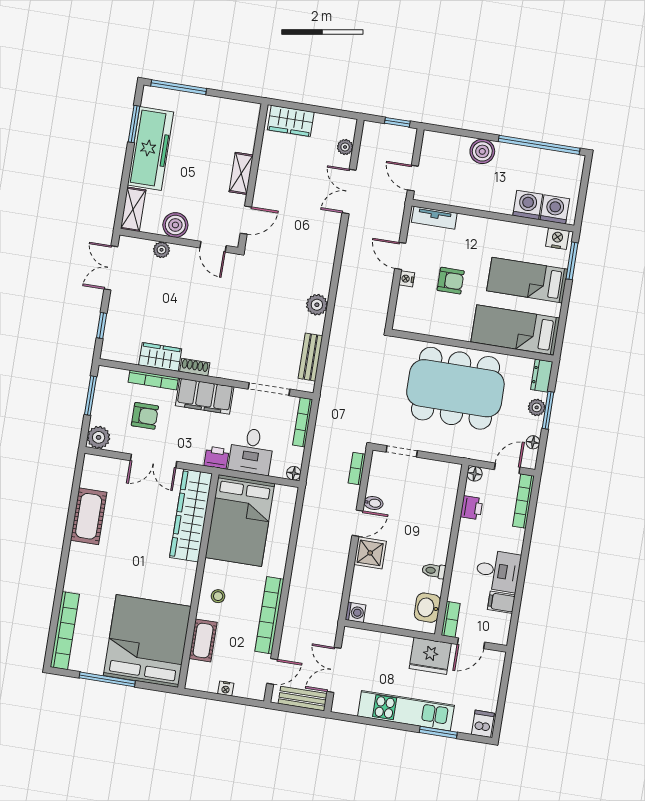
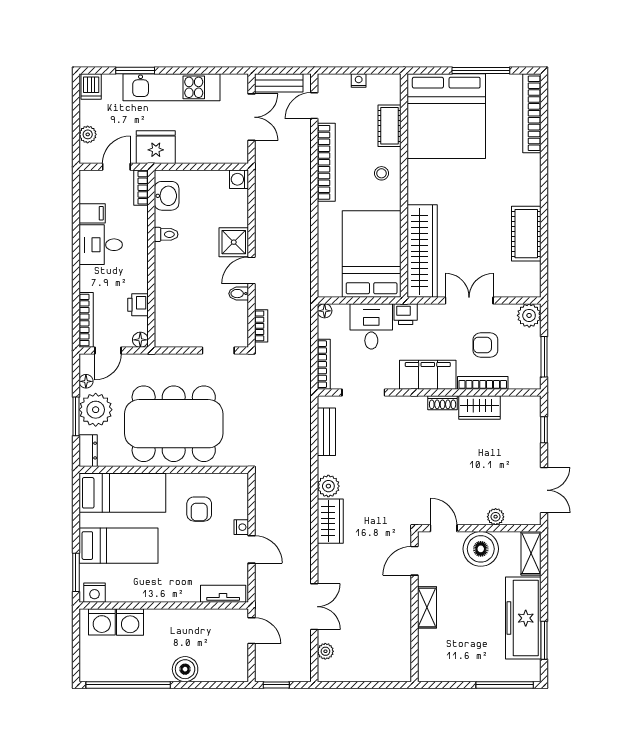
wardrobe: (291, 121) -> (330, 521), moved, turned 90
boiler: (175, 225) -> (481, 549), width x1.37, depth x1.37
armchair: (451, 281) -> (199, 509), moved, turned -90
plant: (537, 407) -> (96, 410), width x1.87, depth x1.87
plant: (493, 679) -> (88, 134), added

